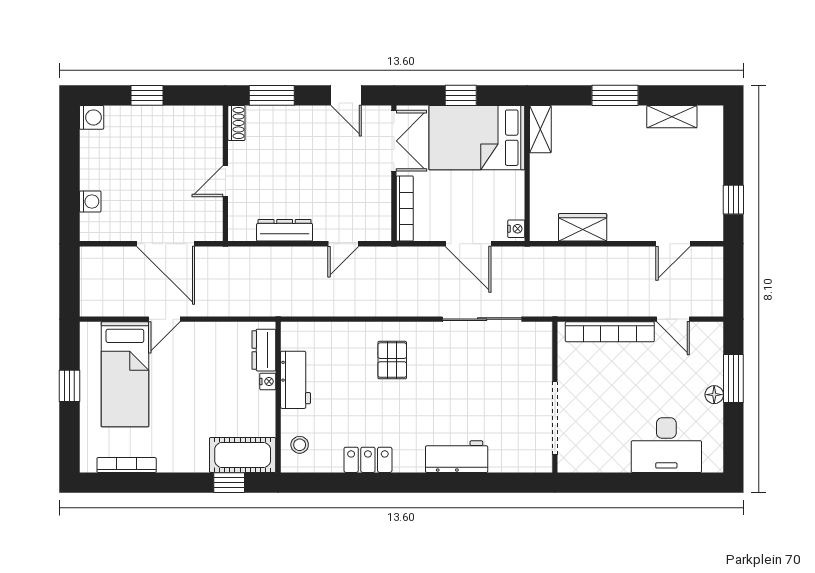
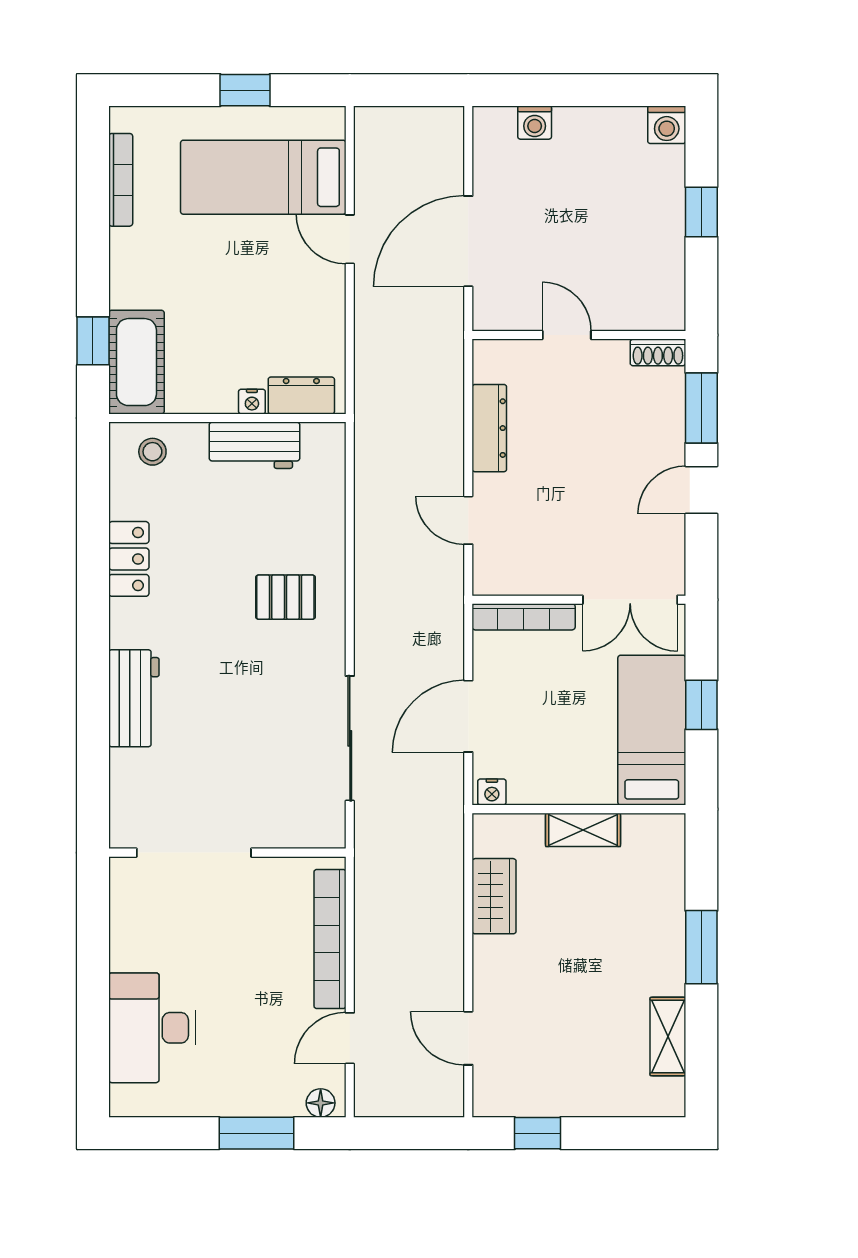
door: (346, 95) -> (701, 490), moved
shelving: (540, 129) -> (583, 830), moved
bed: (477, 138) -> (652, 730), width x0.67
floor lamp: (714, 395) -> (321, 1103), moved

